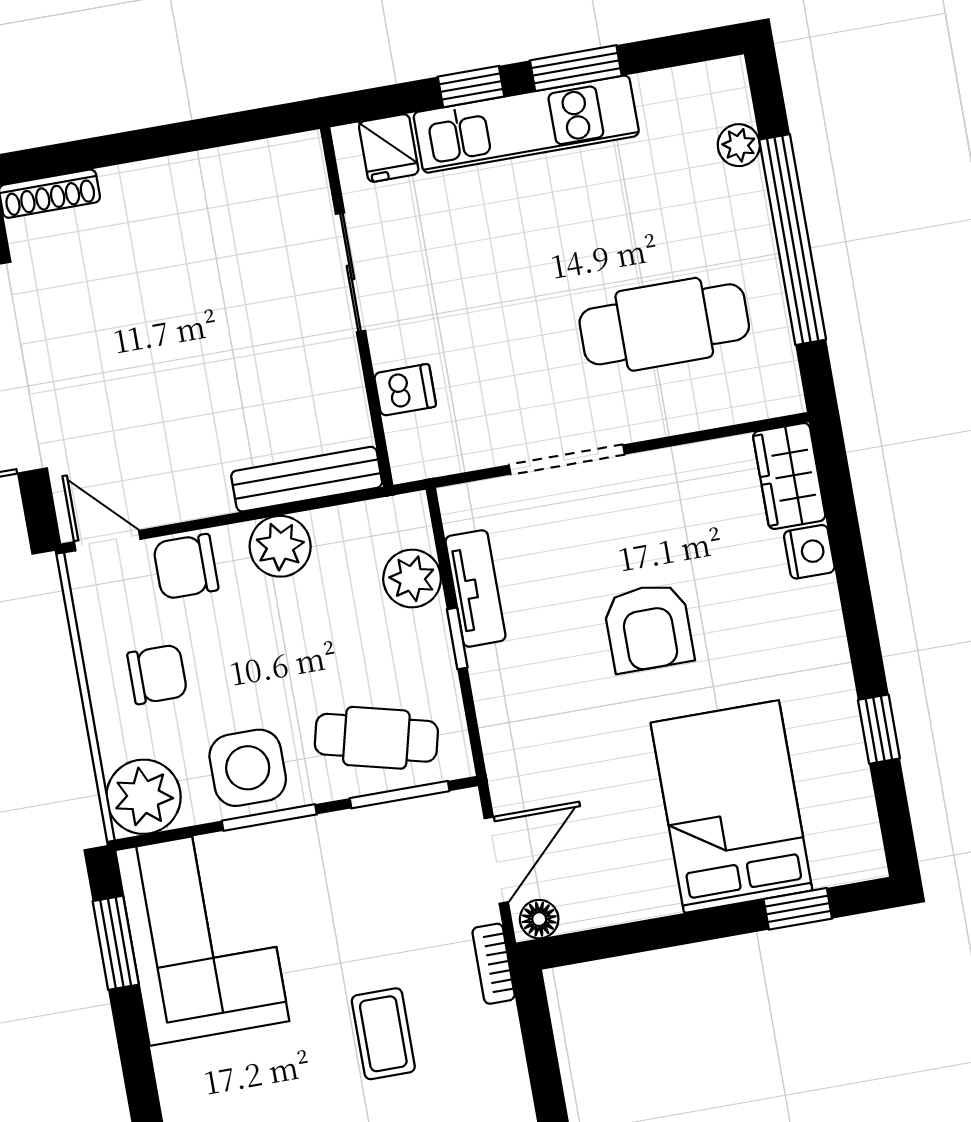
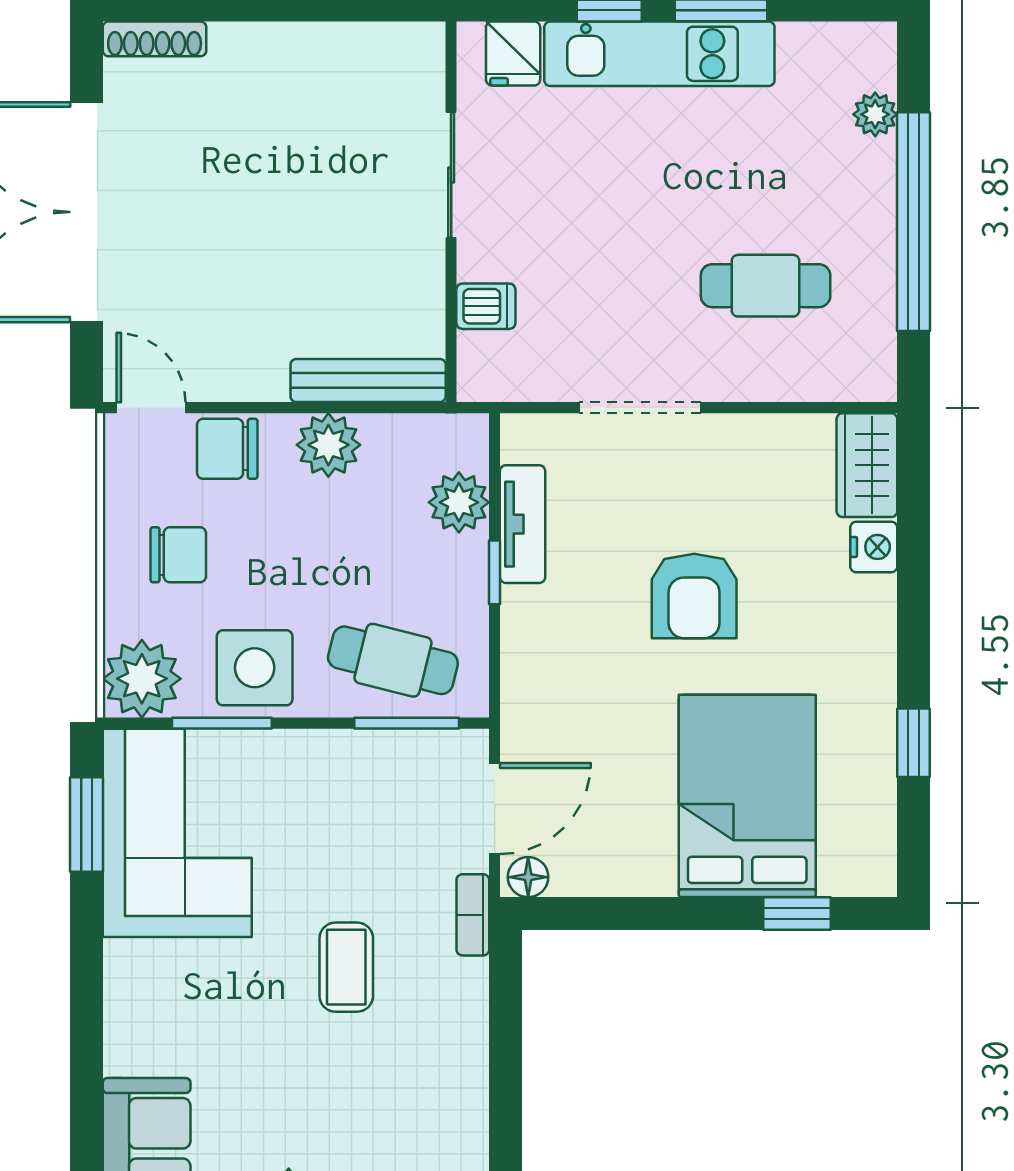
cafe table: (664, 324) -> (766, 286), width x0.73, depth x0.74
window: (269, 818) -> (222, 723), moved

